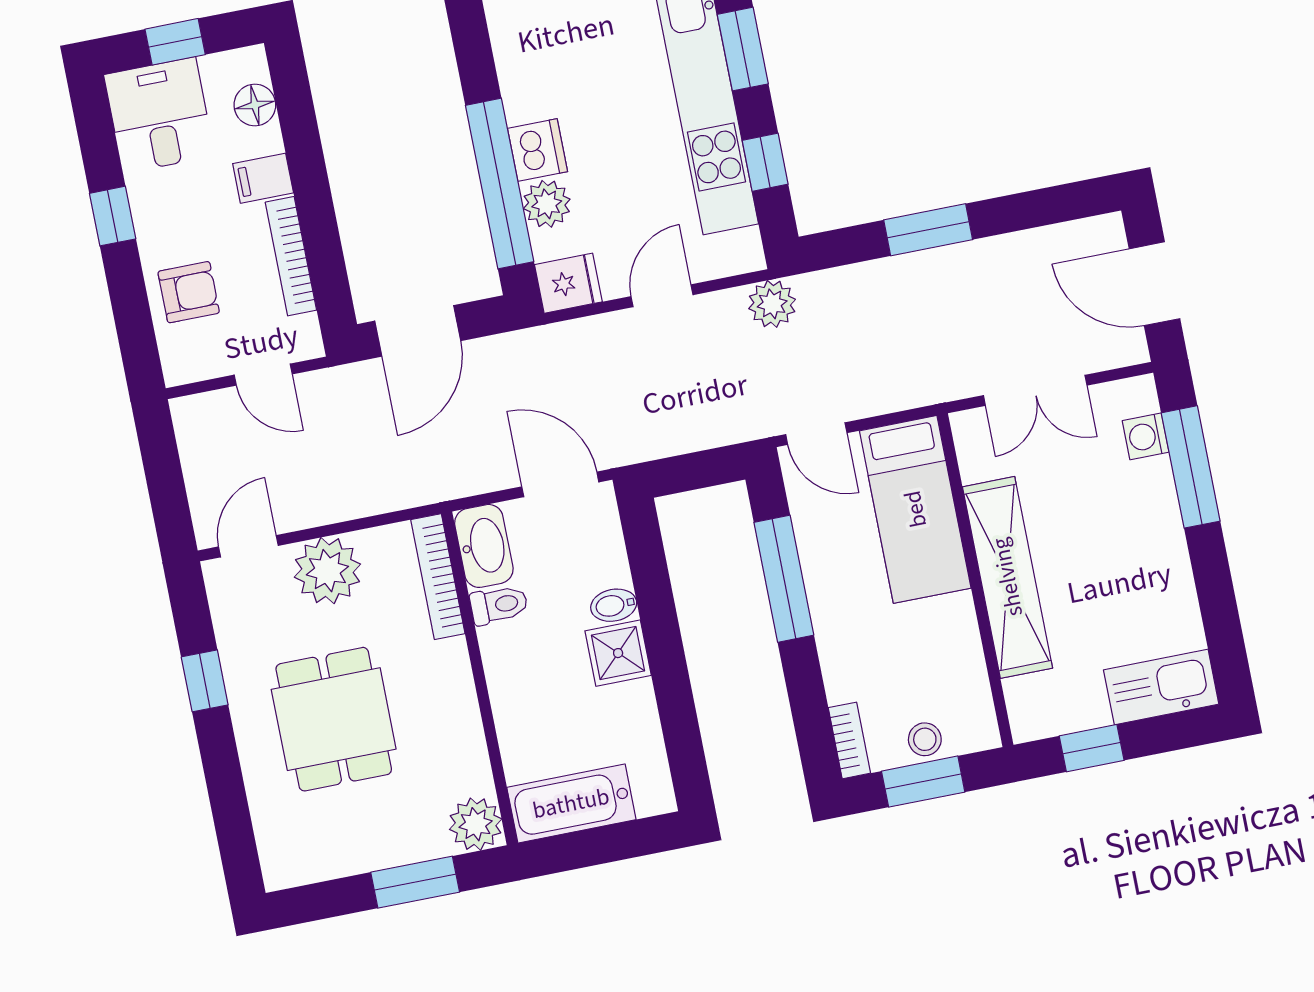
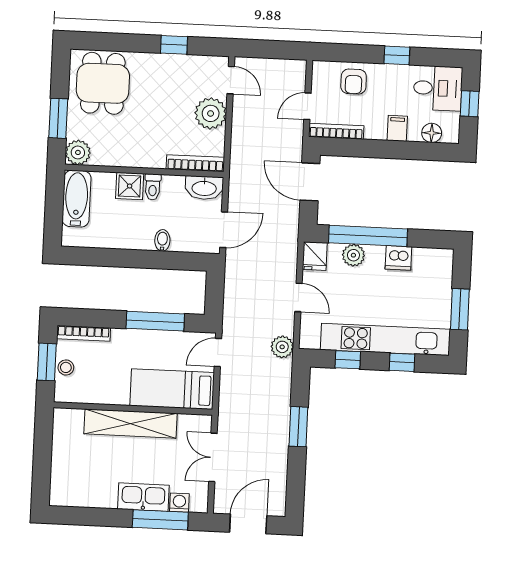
window: (743, 49) -> (402, 362), width x0.67
dishwasher: (537, 150) -> (398, 258), moved
bookcase: (291, 256) -> (336, 131), moved
toilet: (499, 605) -> (153, 187), moved
shower: (618, 653) -> (130, 186), moved
kitchen sink: (1161, 687) -> (143, 497), moved, turned -90
dining table: (334, 719) -> (103, 83), moved, turned 90
bookcase: (849, 740) -> (83, 333), width x1.56
window: (1092, 748) -> (43, 443), removed

